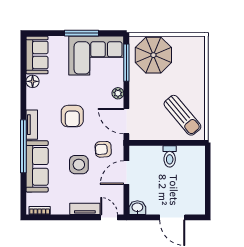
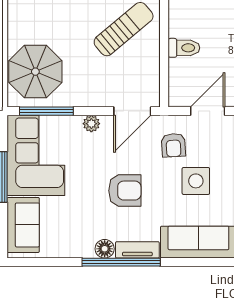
sofa: (37, 55) -> (23, 225), moved, turned 90
floor lamp: (33, 81) -> (105, 249), moved
window: (23, 146) -> (121, 262), moved
door: (126, 173) -> (208, 111), swing flipped

